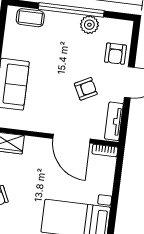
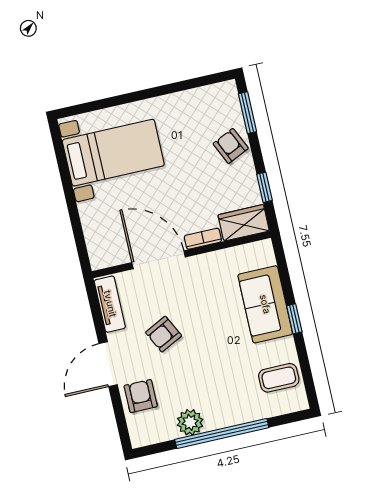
coffee table: (30, 18) -> (279, 378), moved
bookcase: (105, 150) -> (203, 239), moved

